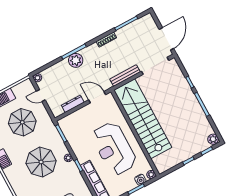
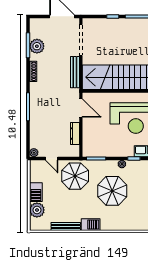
plant: (76, 60) -> (37, 46), moved
door: (41, 96) -> (52, 159), hinge flipped
door: (97, 97) -> (81, 108), swing flipped
parasol: (22, 122) -> (75, 176), moved

